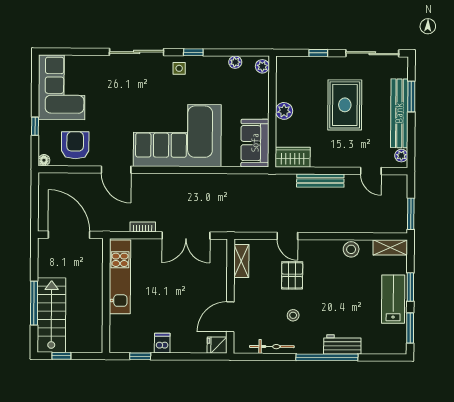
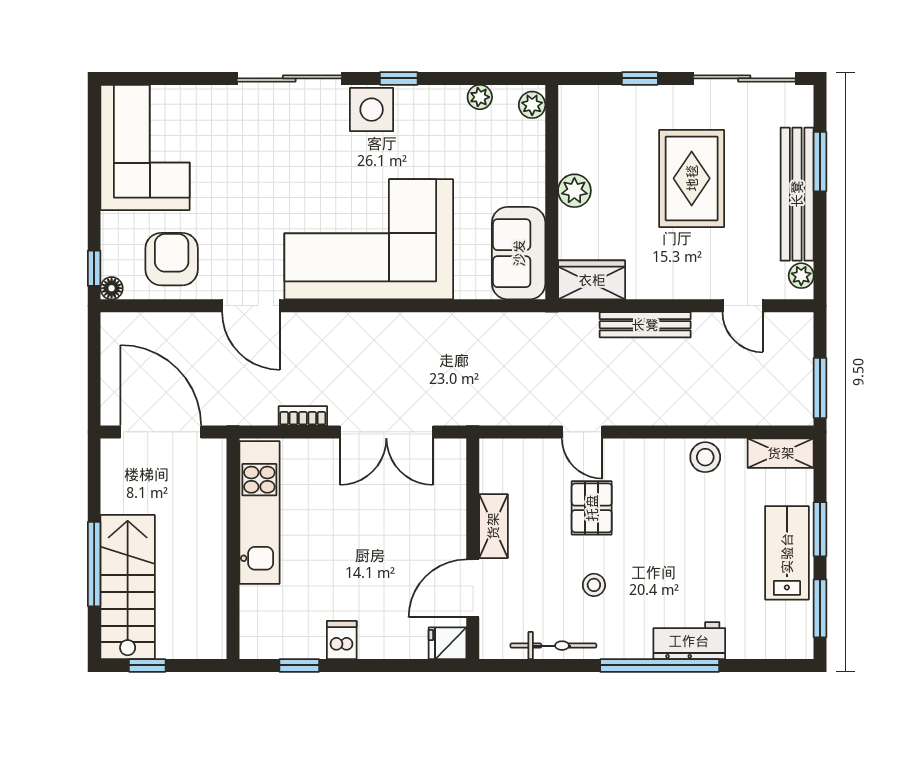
side table: (179, 68) -> (372, 110), width x1.87, depth x1.87
window: (35, 126) -> (94, 268), moved
shelving: (241, 261) -> (493, 526), moved

